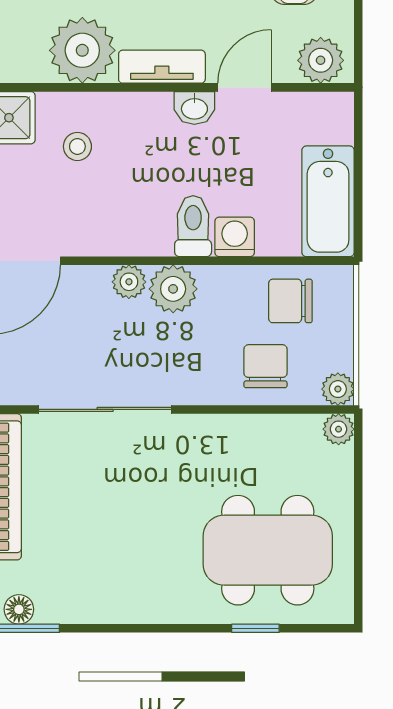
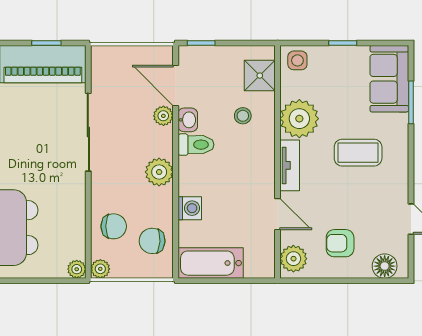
washbasin: (194, 108) -> (188, 120), moved, turned 180
toilet: (193, 226) -> (196, 145), moved
plant: (129, 282) -> (163, 116), moved
chair: (290, 301) -> (152, 241), turned -87

